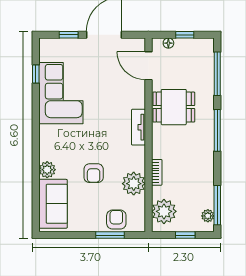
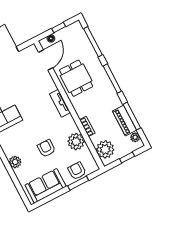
door: (148, 66) -> (46, 60), swing flipped
dining table: (174, 107) -> (76, 78), turned 90
armchair: (94, 173) -> (46, 148), turned 180
piano: (206, 189) -> (125, 121), added
sofa: (53, 204) -> (46, 186), moved, turned -90
window: (217, 205) -> (132, 116), moved

